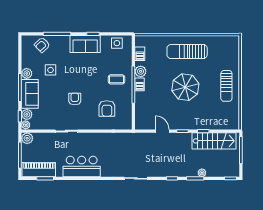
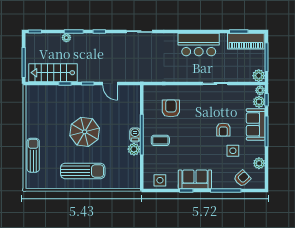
barbecue: (140, 54) -> (135, 169), removed
plant: (27, 73) -> (259, 163), moved
sun lounger: (226, 86) -> (33, 155), moved
armchair: (75, 99) -> (223, 130), moved

